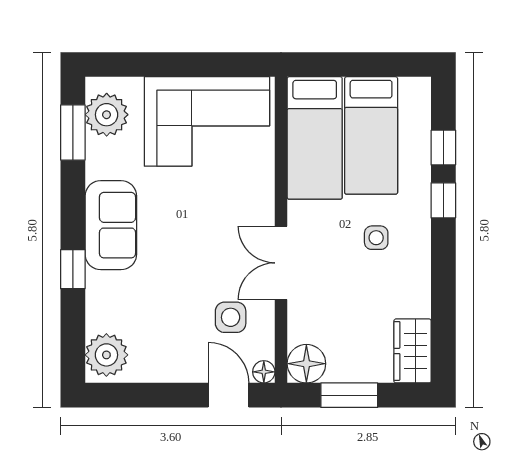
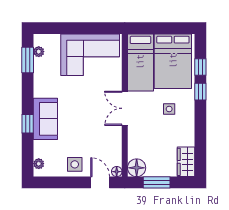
plant: (107, 115) -> (39, 52), width x0.53, depth x0.53
bed: (371, 135) -> (173, 61), width x1.50
sofa: (111, 225) -> (45, 119), moved
double door: (281, 263) -> (125, 108), moved
side table: (231, 317) -> (75, 164), moved
plant: (106, 355) -> (39, 164), width x0.53, depth x0.53

